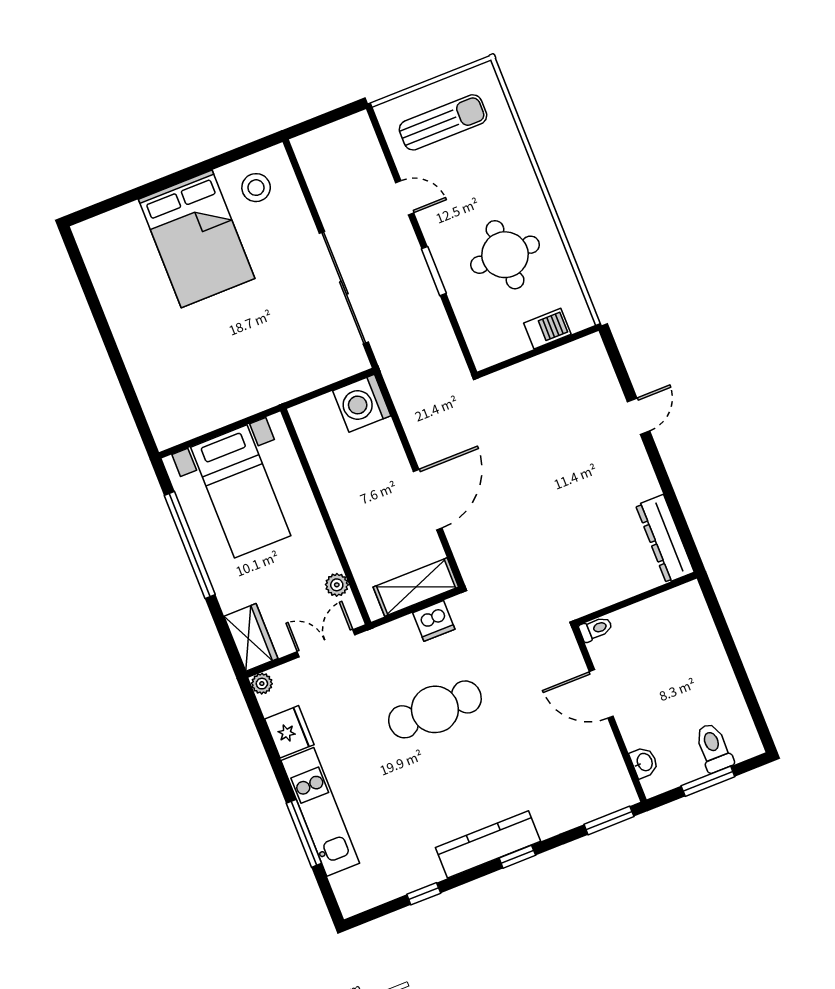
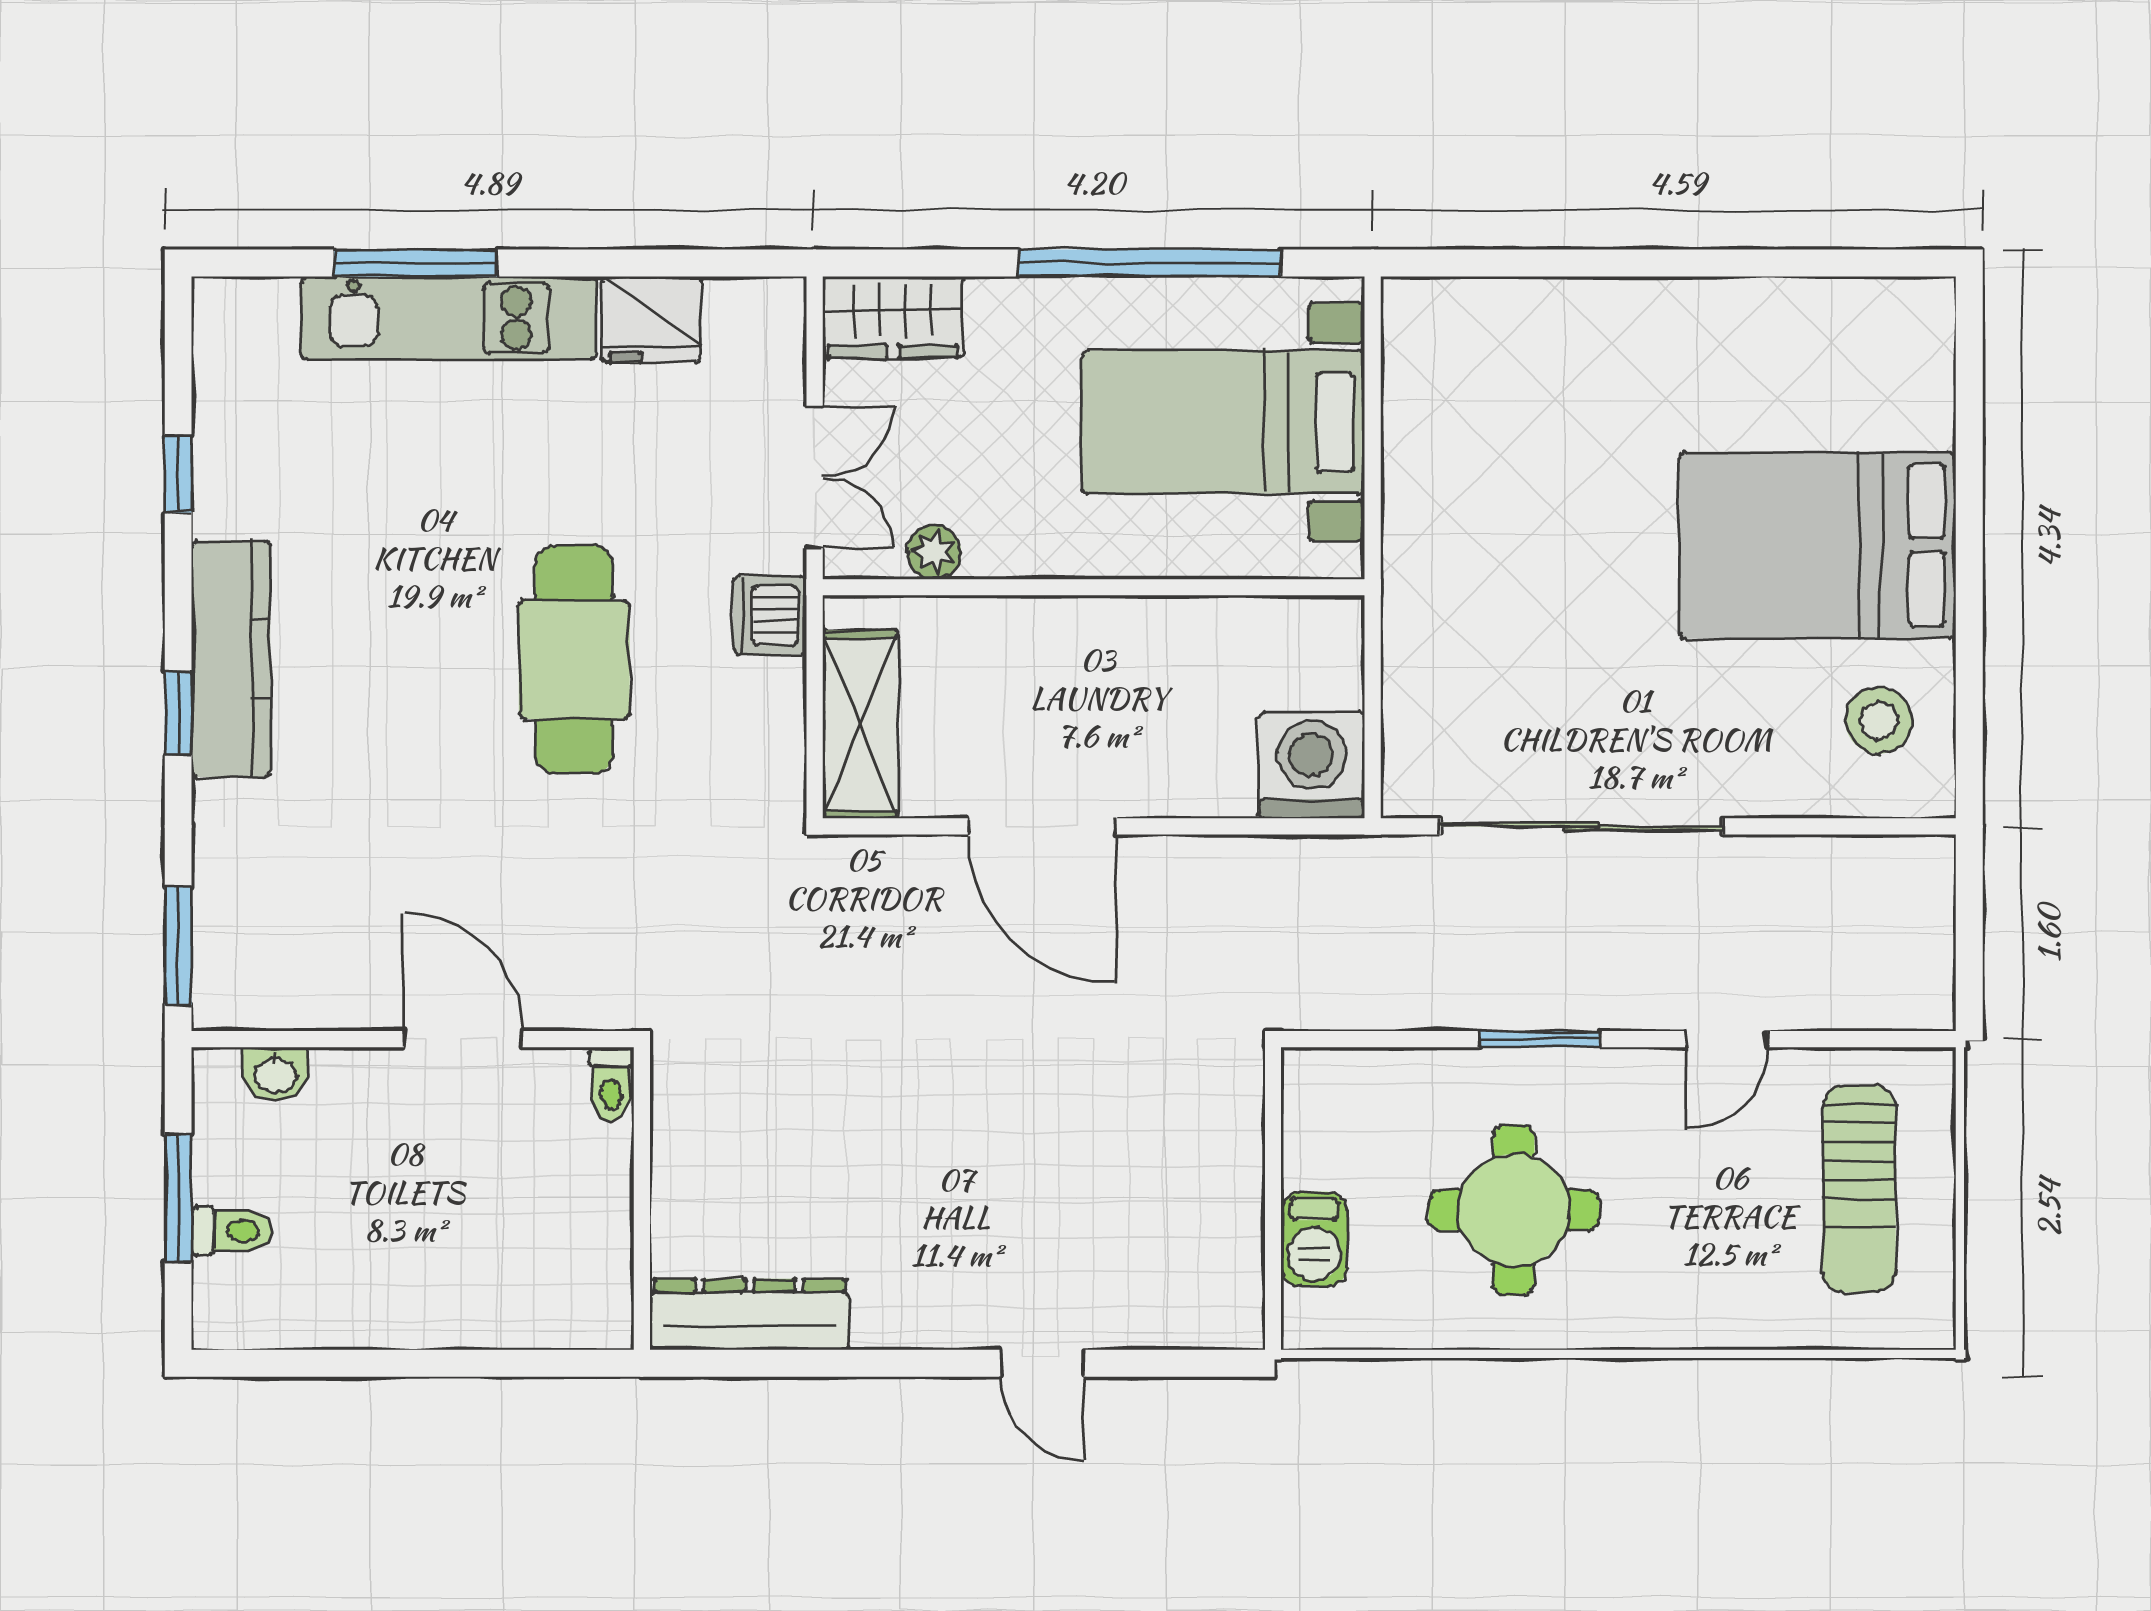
dishwasher: (434, 621) -> (770, 615), moved
plant: (262, 684) -> (782, 301), removed
door: (601, 694) -> (463, 1039), hinge flipped
toilet: (714, 748) -> (231, 1231), width x0.73, depth x0.72

